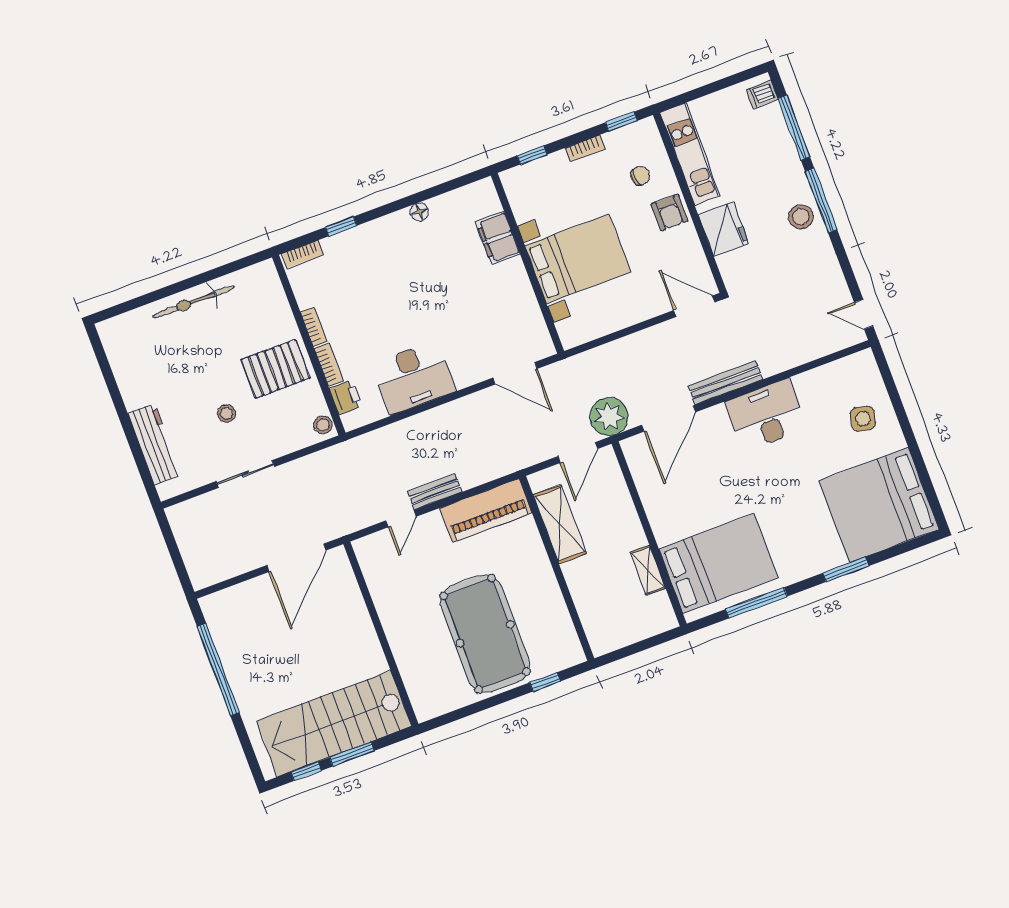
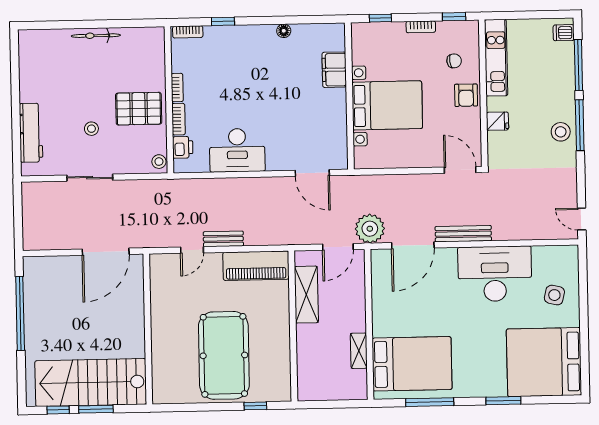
fridge: (723, 229) -> (498, 121), width x0.53, depth x0.75
bicycle: (193, 302) -> (96, 36), width x0.73, depth x0.71
desk: (766, 415) -> (495, 274), width x1.36, depth x1.30

